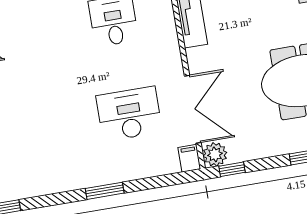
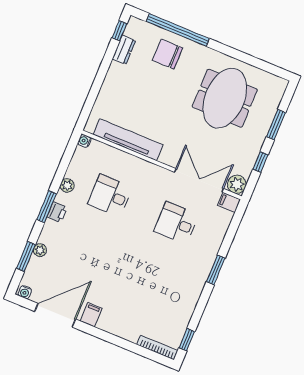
desk: (129, 114) -> (176, 223), width x0.73
window: (232, 169) -> (260, 162), moved

